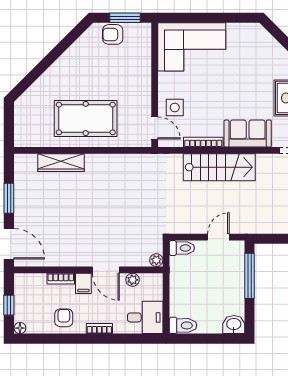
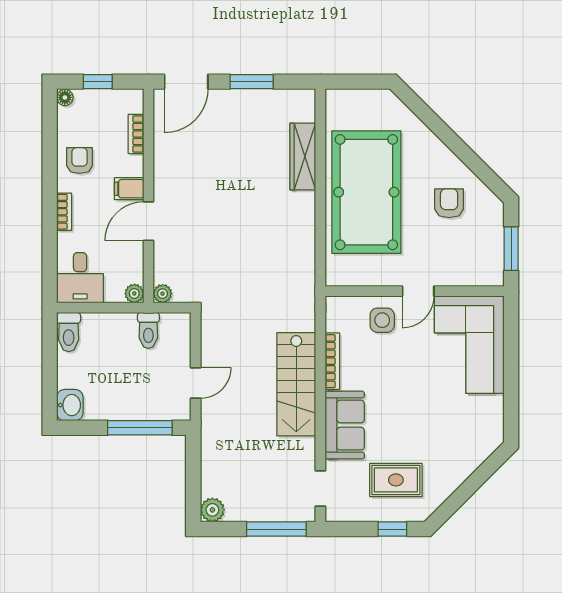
armchair: (113, 34) -> (449, 203), moved
pool table: (86, 118) -> (366, 192), width x1.36, depth x1.32
door: (155, 128) -> (418, 291), moved
door: (218, 237) -> (196, 383), hinge flipped
toilet: (182, 248) -> (148, 330), moved
bookcase: (61, 279) -> (136, 134), moved
plant: (133, 280) -> (134, 293), moved
armchair: (64, 318) -> (80, 161), turned -90

